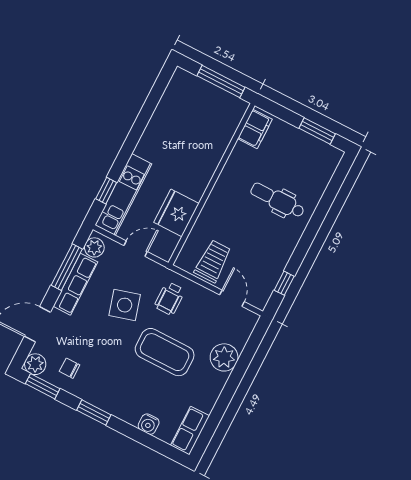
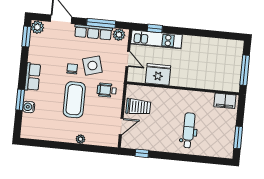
plant: (224, 357) -> (80, 139), width x0.53, depth x0.53
chair: (70, 368) -> (72, 69), moved
window: (94, 413) -> (20, 100), moved
row of seats: (190, 431) -> (33, 77), moved, turned 90

